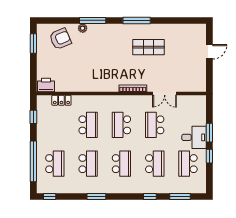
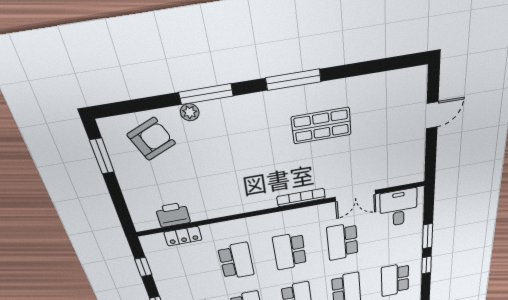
printer: (46, 85) -> (173, 215), moved
desk: (194, 137) -> (398, 208), moved, turned -90

